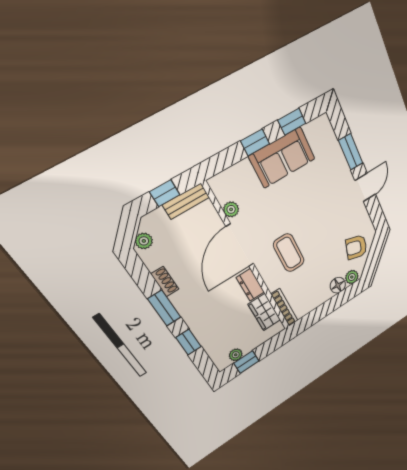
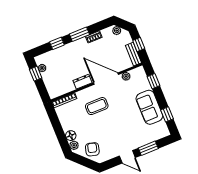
window: (255, 142) -> (154, 81), moved
wardrobe: (264, 312) -> (64, 88), removed

